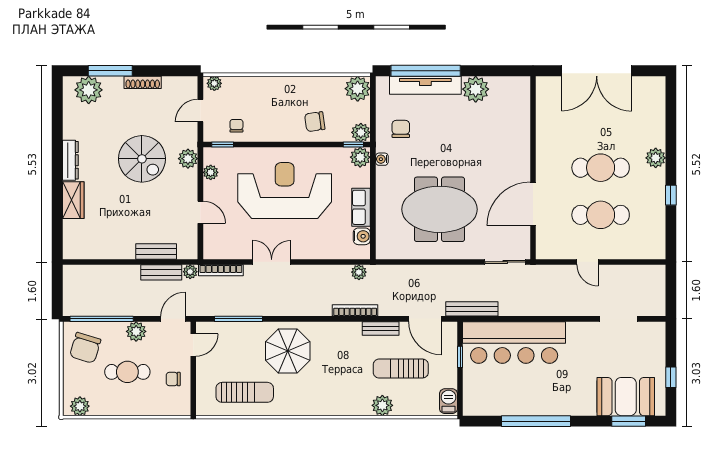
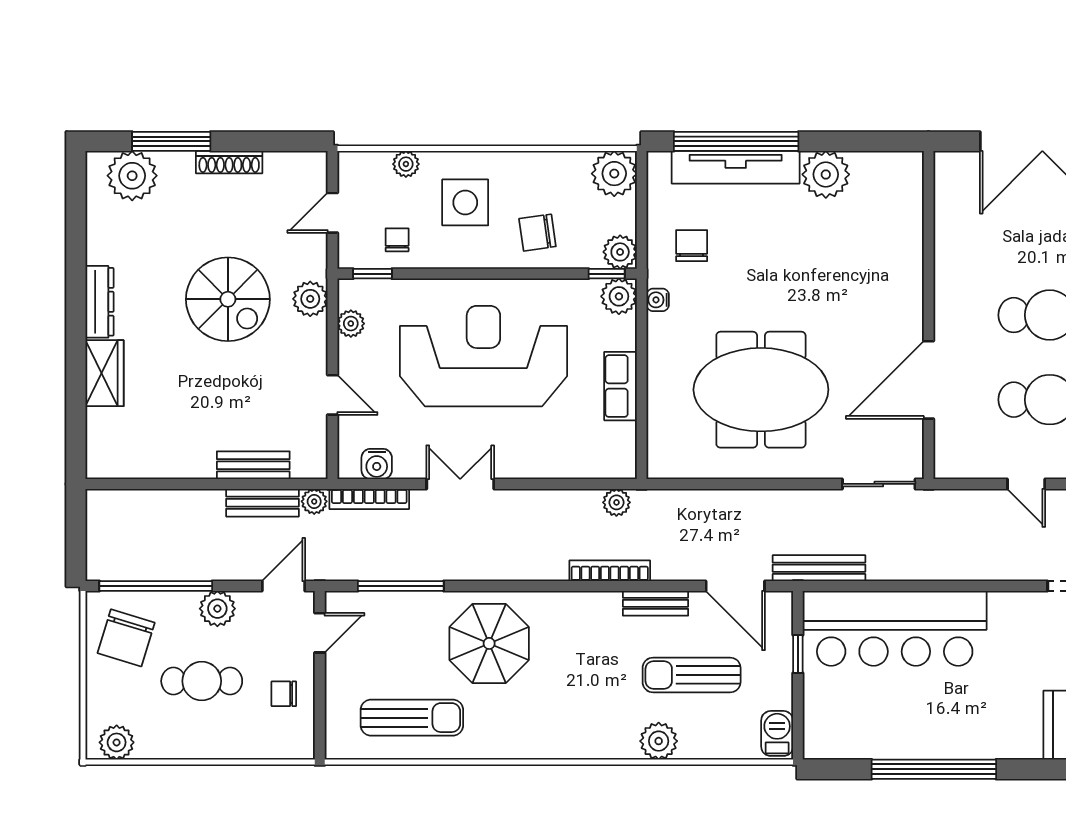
plant: (214, 83) -> (406, 164), moved
side table: (274, 105) -> (465, 202), added
water cooler: (362, 236) -> (377, 464), moved, turned 90

